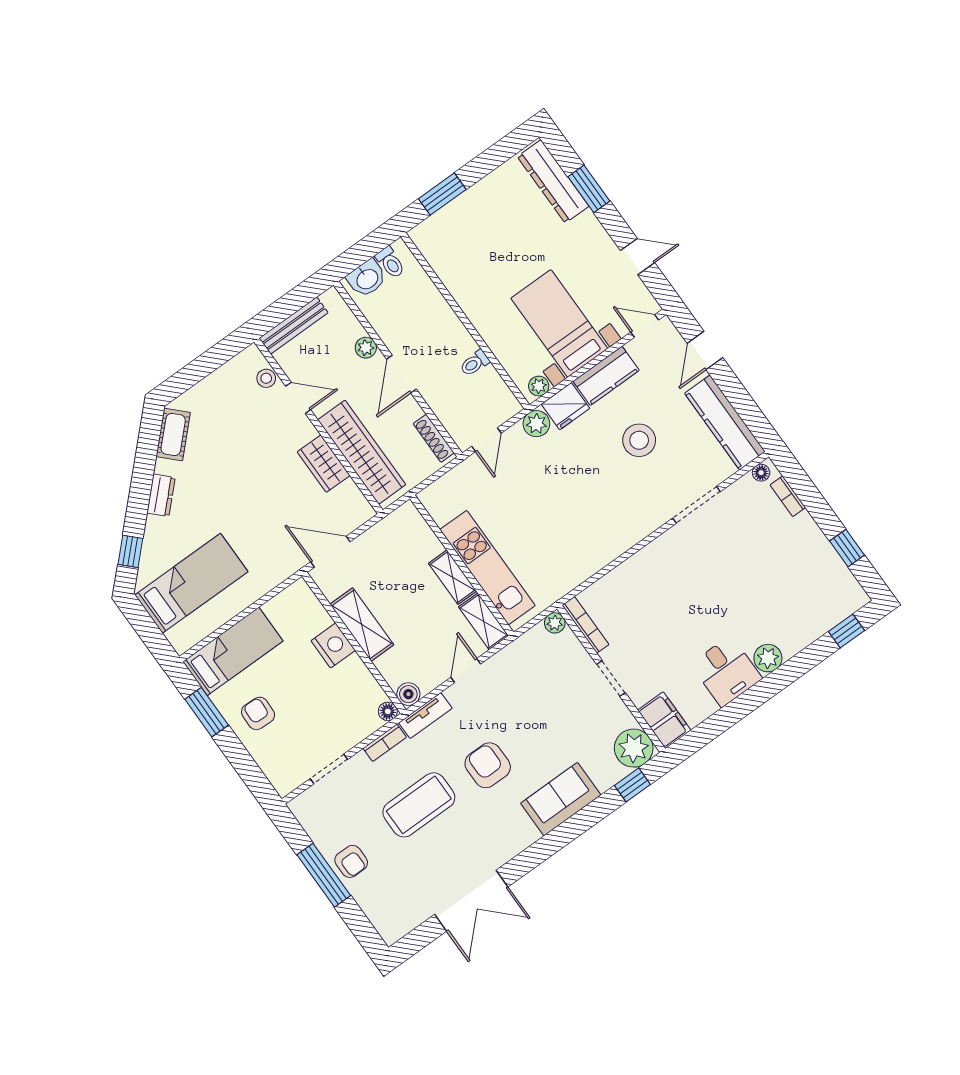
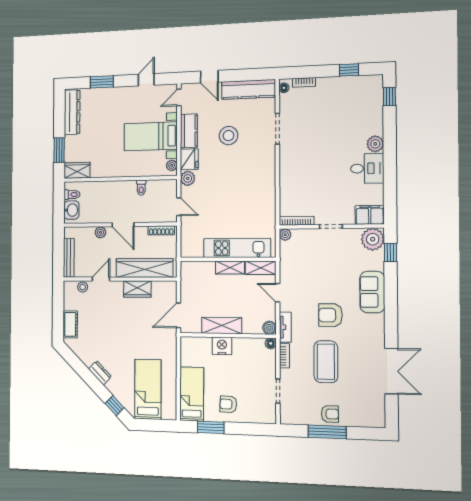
dresser: (553, 181) -> (72, 112), moved, turned -90
wardrobe: (432, 244) -> (77, 170), added
cot: (173, 435) -> (70, 324), moved, turned 45

